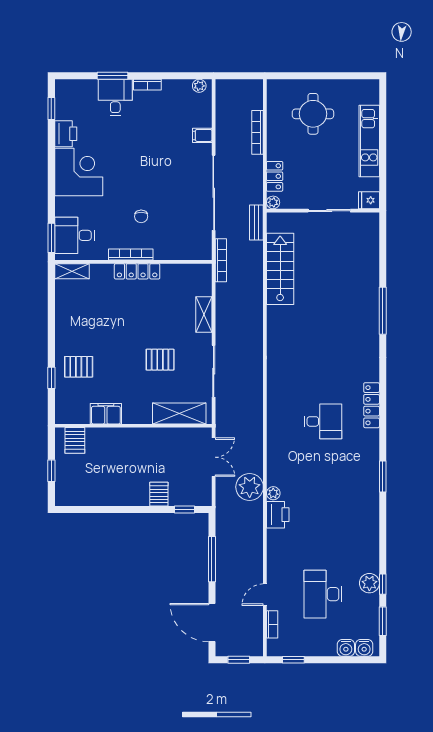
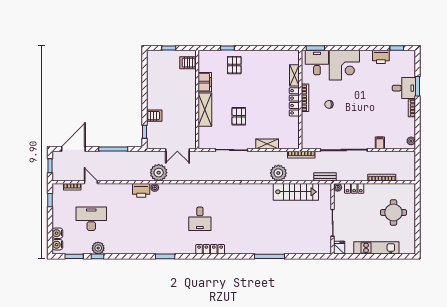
corner desk: (79, 172) -> (344, 65), moved
shelving: (72, 271) -> (294, 75), moved
plant: (250, 297) -> (278, 173), added
shelving: (179, 413) -> (205, 110), moved

